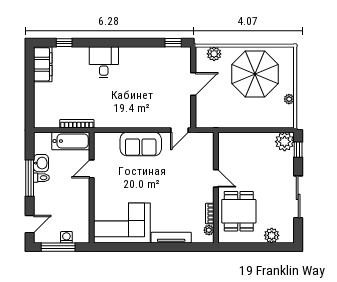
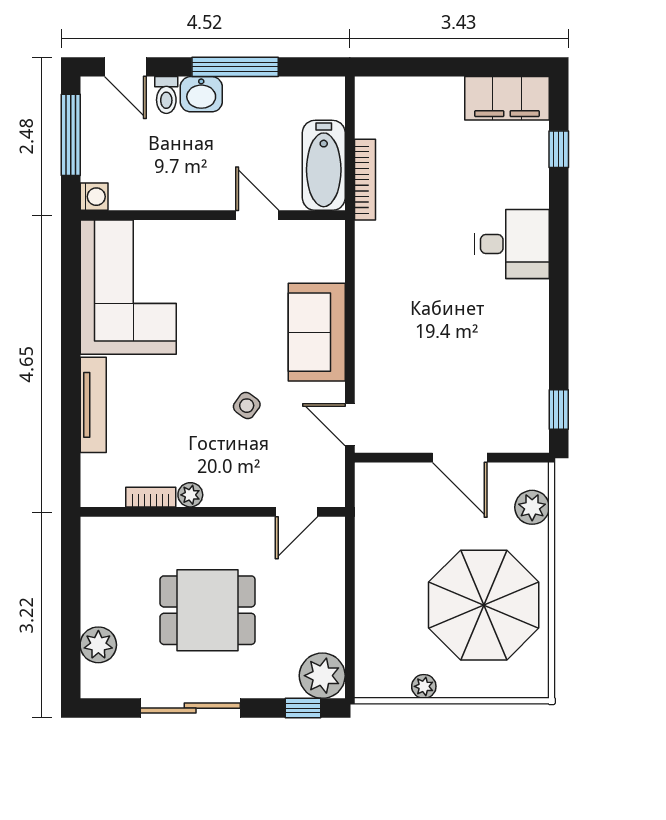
washbasin: (41, 163) -> (201, 94), moved
side table: (171, 173) -> (247, 406), added
toilet: (41, 178) -> (166, 95), moved
door: (216, 178) -> (296, 512), moved
dining table: (239, 211) -> (208, 610), moved
plant: (209, 230) -> (190, 495), moved
washing machine: (66, 237) -> (94, 197), moved

